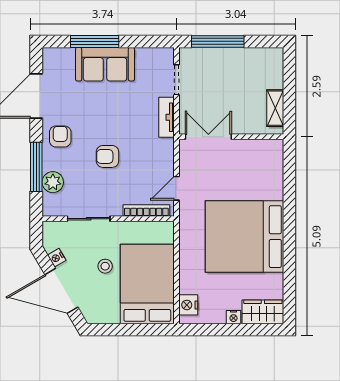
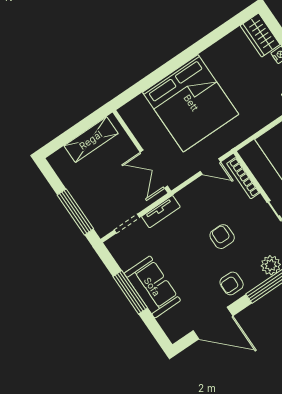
window: (95, 41) -> (130, 292), moved
shelving: (275, 108) -> (91, 140), width x1.50, depth x1.33
armchair: (107, 156) -> (222, 237), turned 180
bed: (245, 237) -> (191, 103), moved

